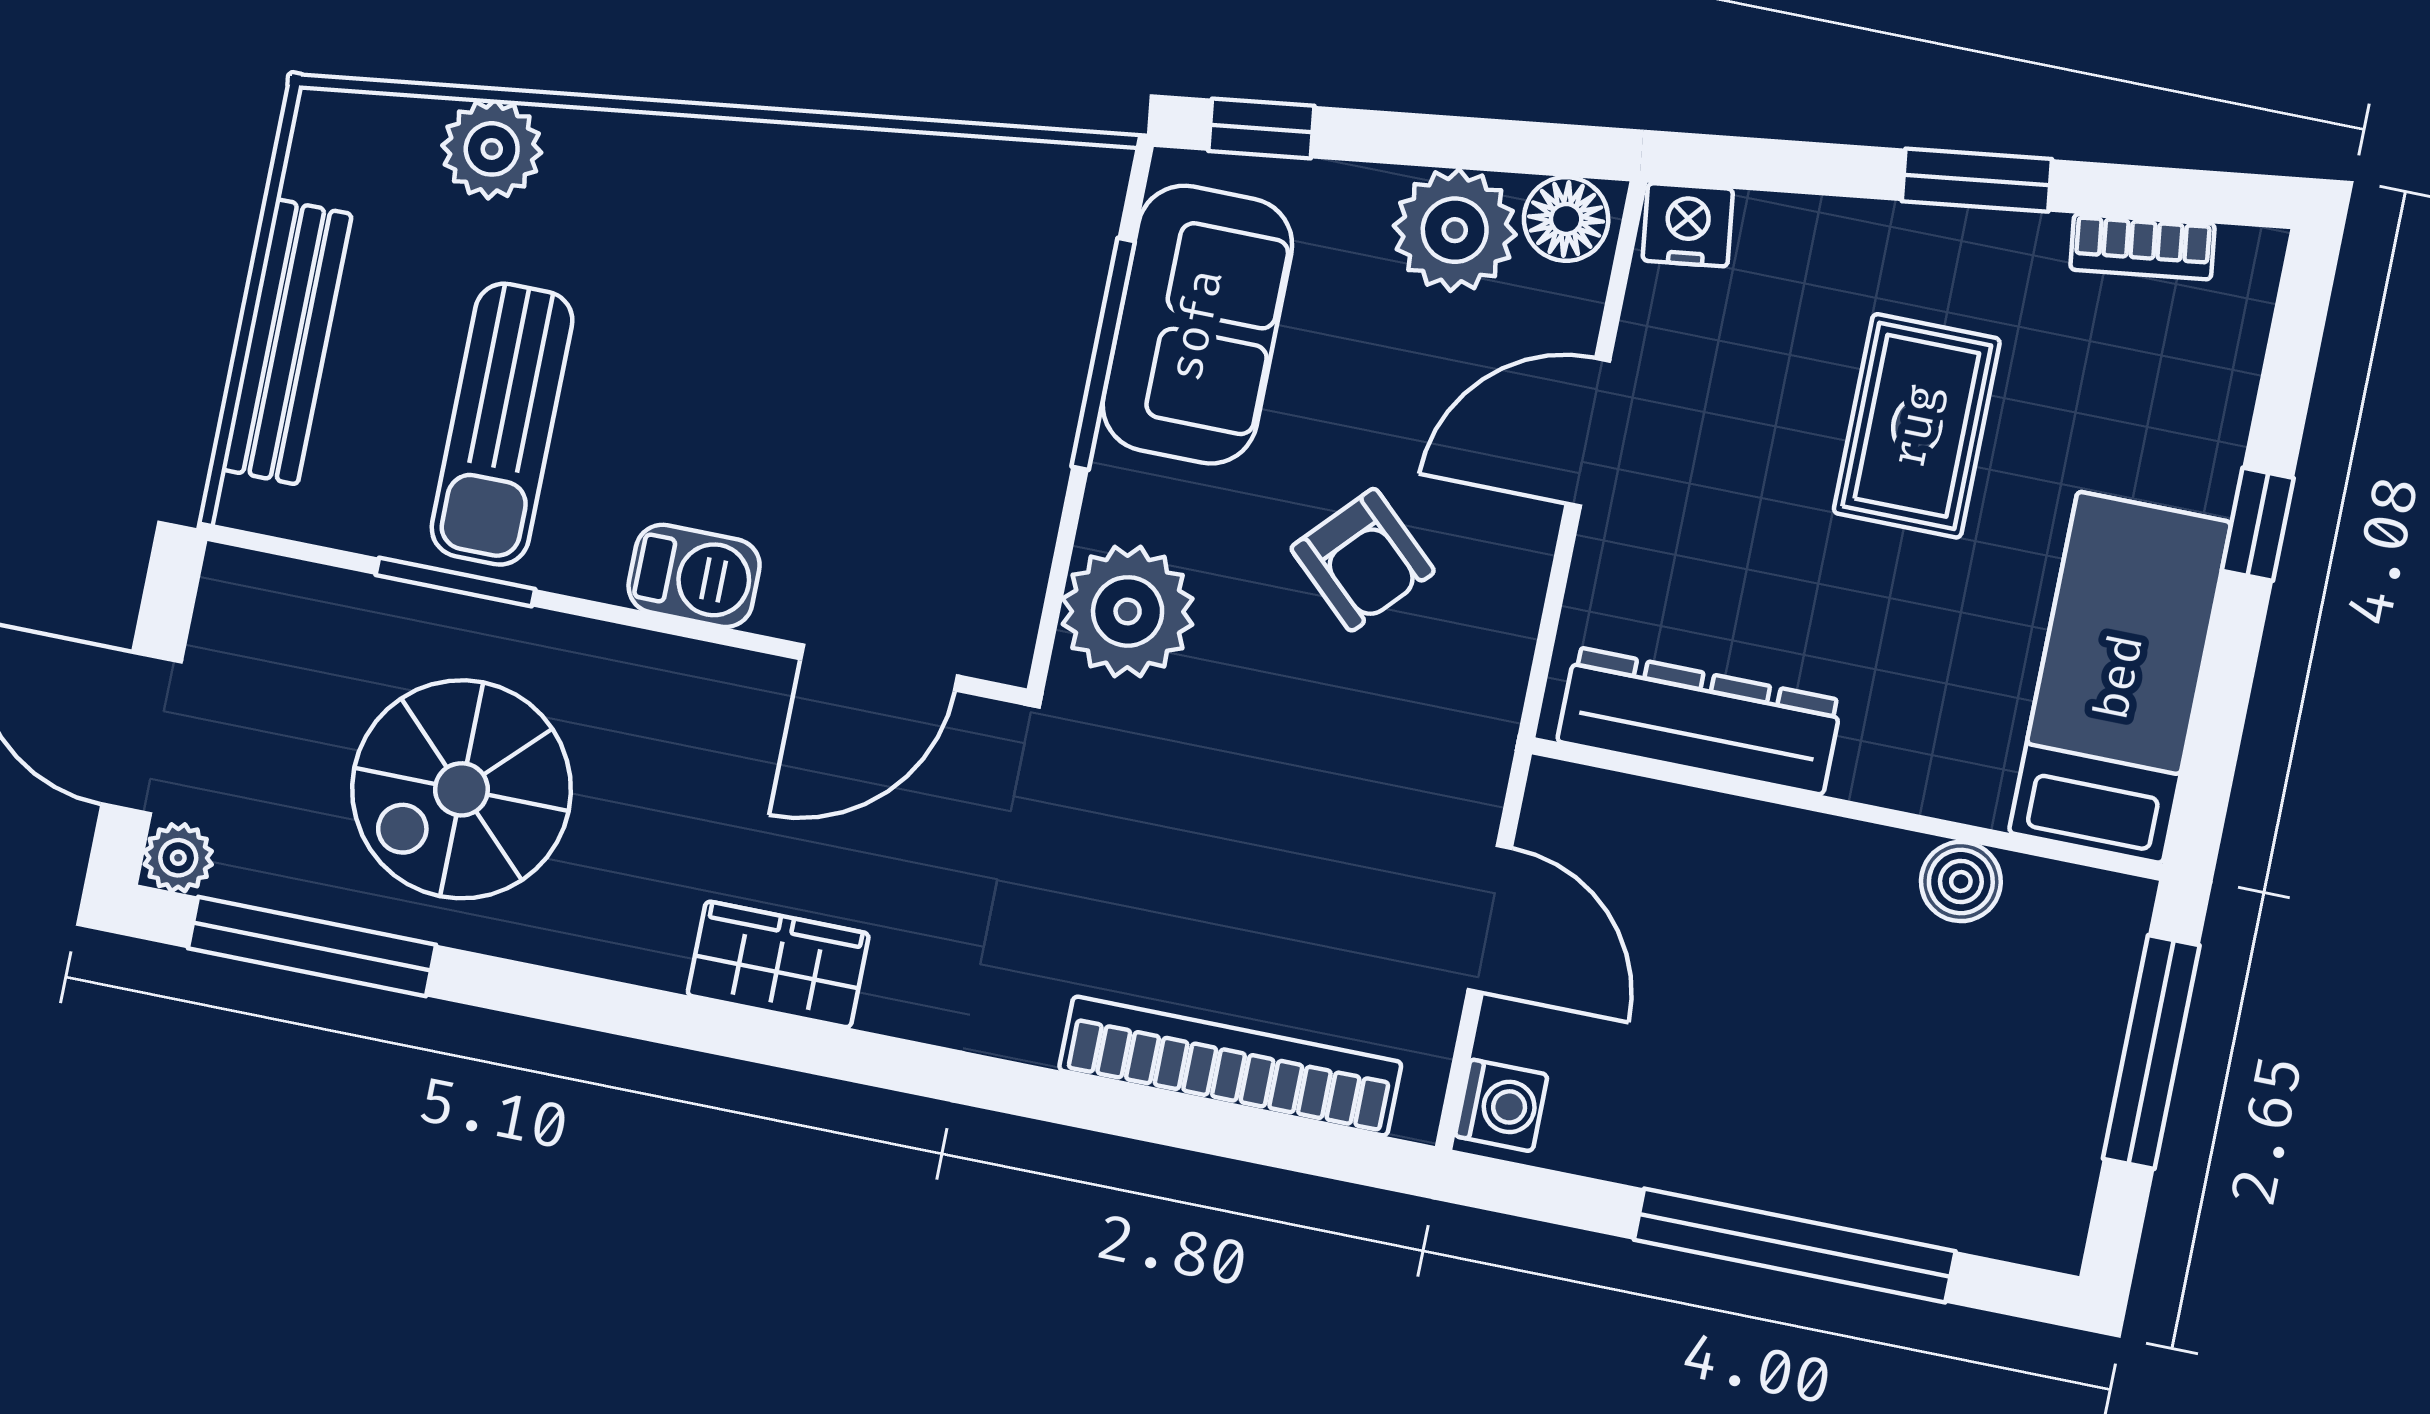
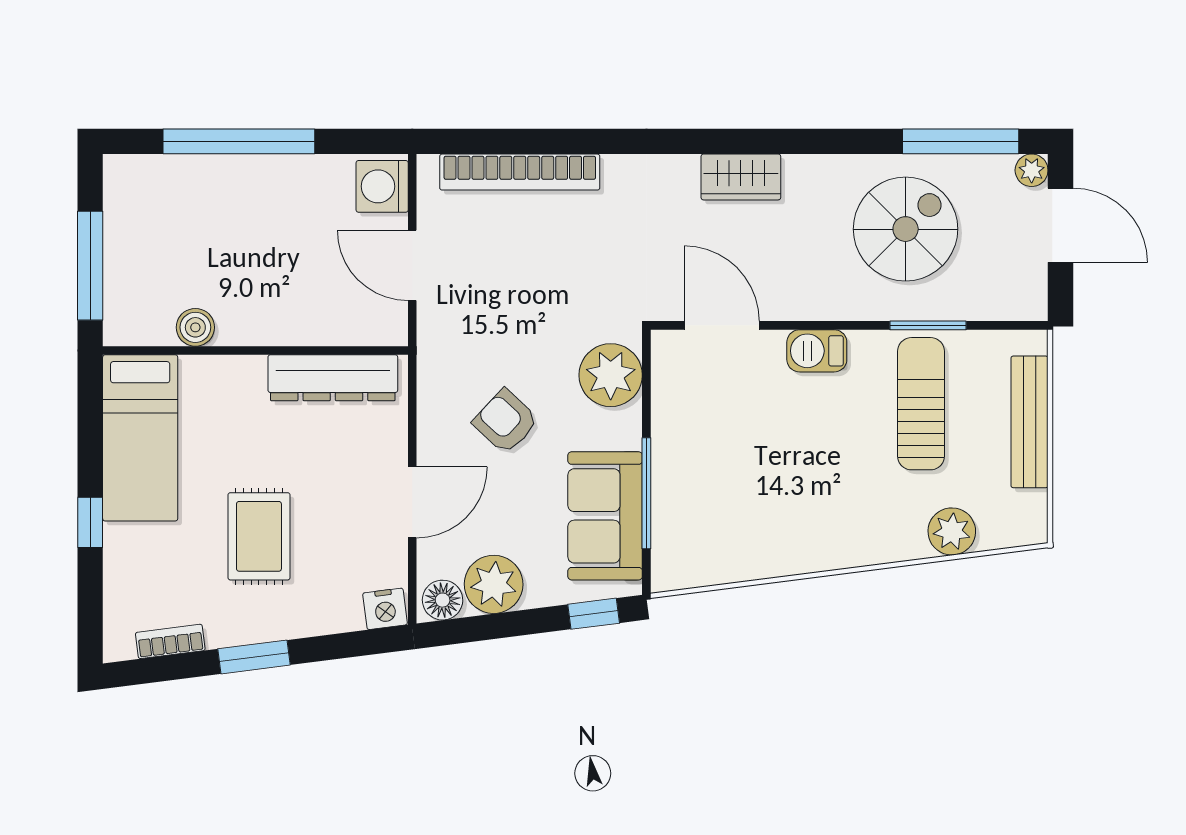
door: (879, 667) -> (722, 325), hinge flipped
washing machine: (1501, 1105) -> (382, 186), width x1.38, depth x1.38

